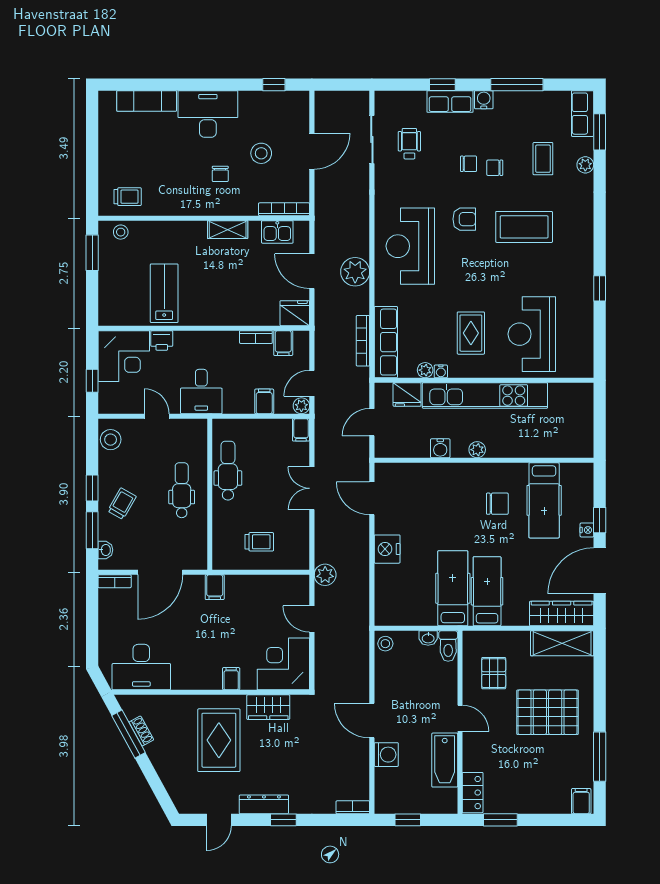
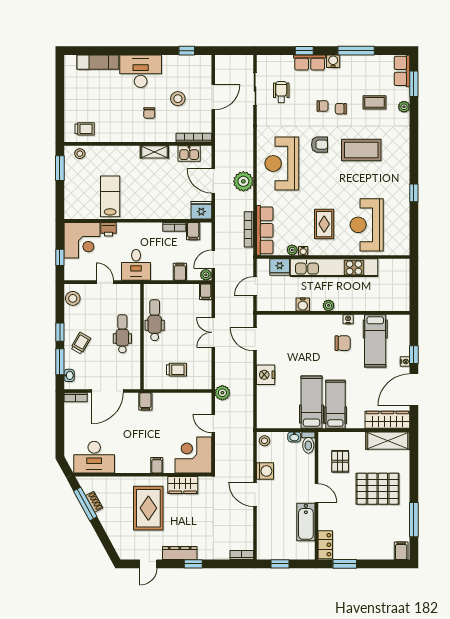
coffee table: (543, 159) -> (374, 102), turned 90
nightstand: (505, 469) -> (348, 319), added
washing machine: (386, 755) -> (265, 471), moved

